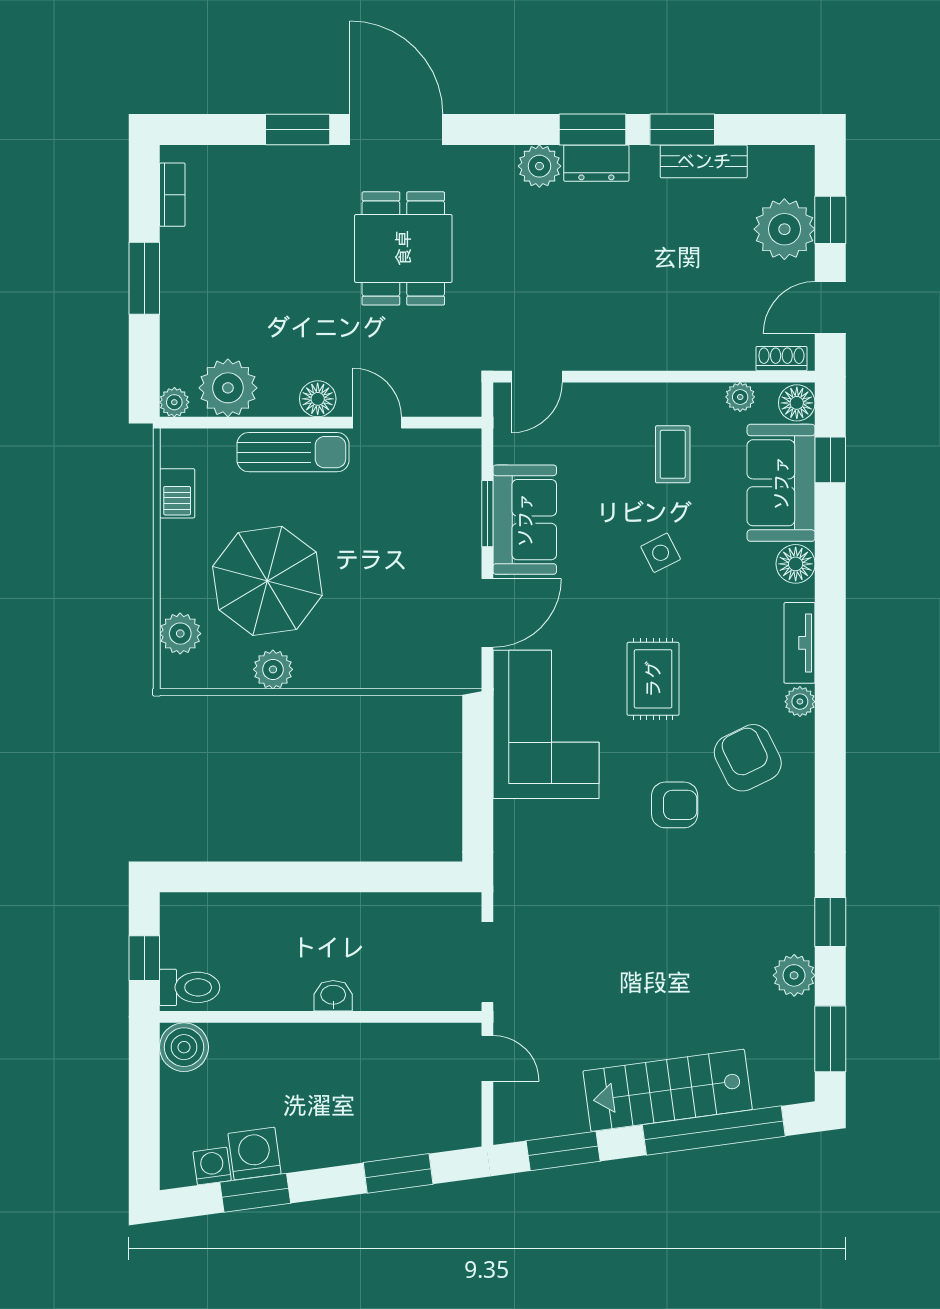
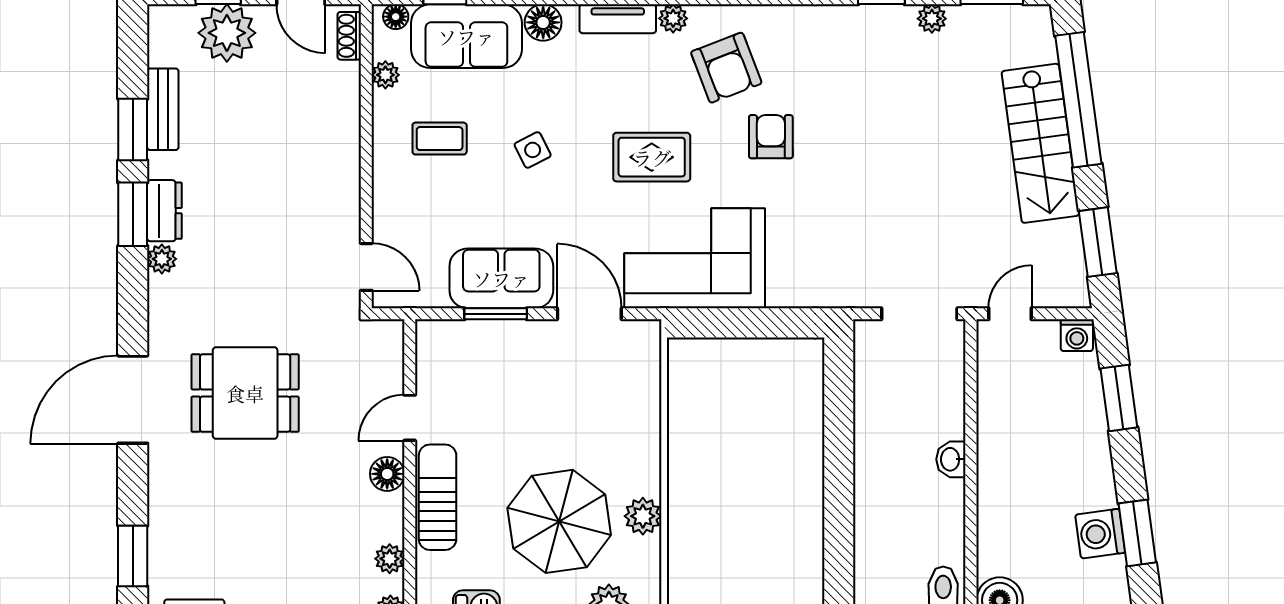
window: (298, 129) -> (133, 556), moved
plant: (539, 166) -> (162, 259), width x0.73, depth x0.73
plant: (228, 388) -> (390, 559), width x0.53, depth x0.53
floor lamp: (797, 403) -> (396, 17), width x0.73, depth x0.73
armchair: (748, 758) -> (726, 68), turned -85
plant: (794, 975) -> (932, 19), width x0.73, depth x0.73
washing machine: (212, 1166) -> (1077, 335), moved, turned -82

